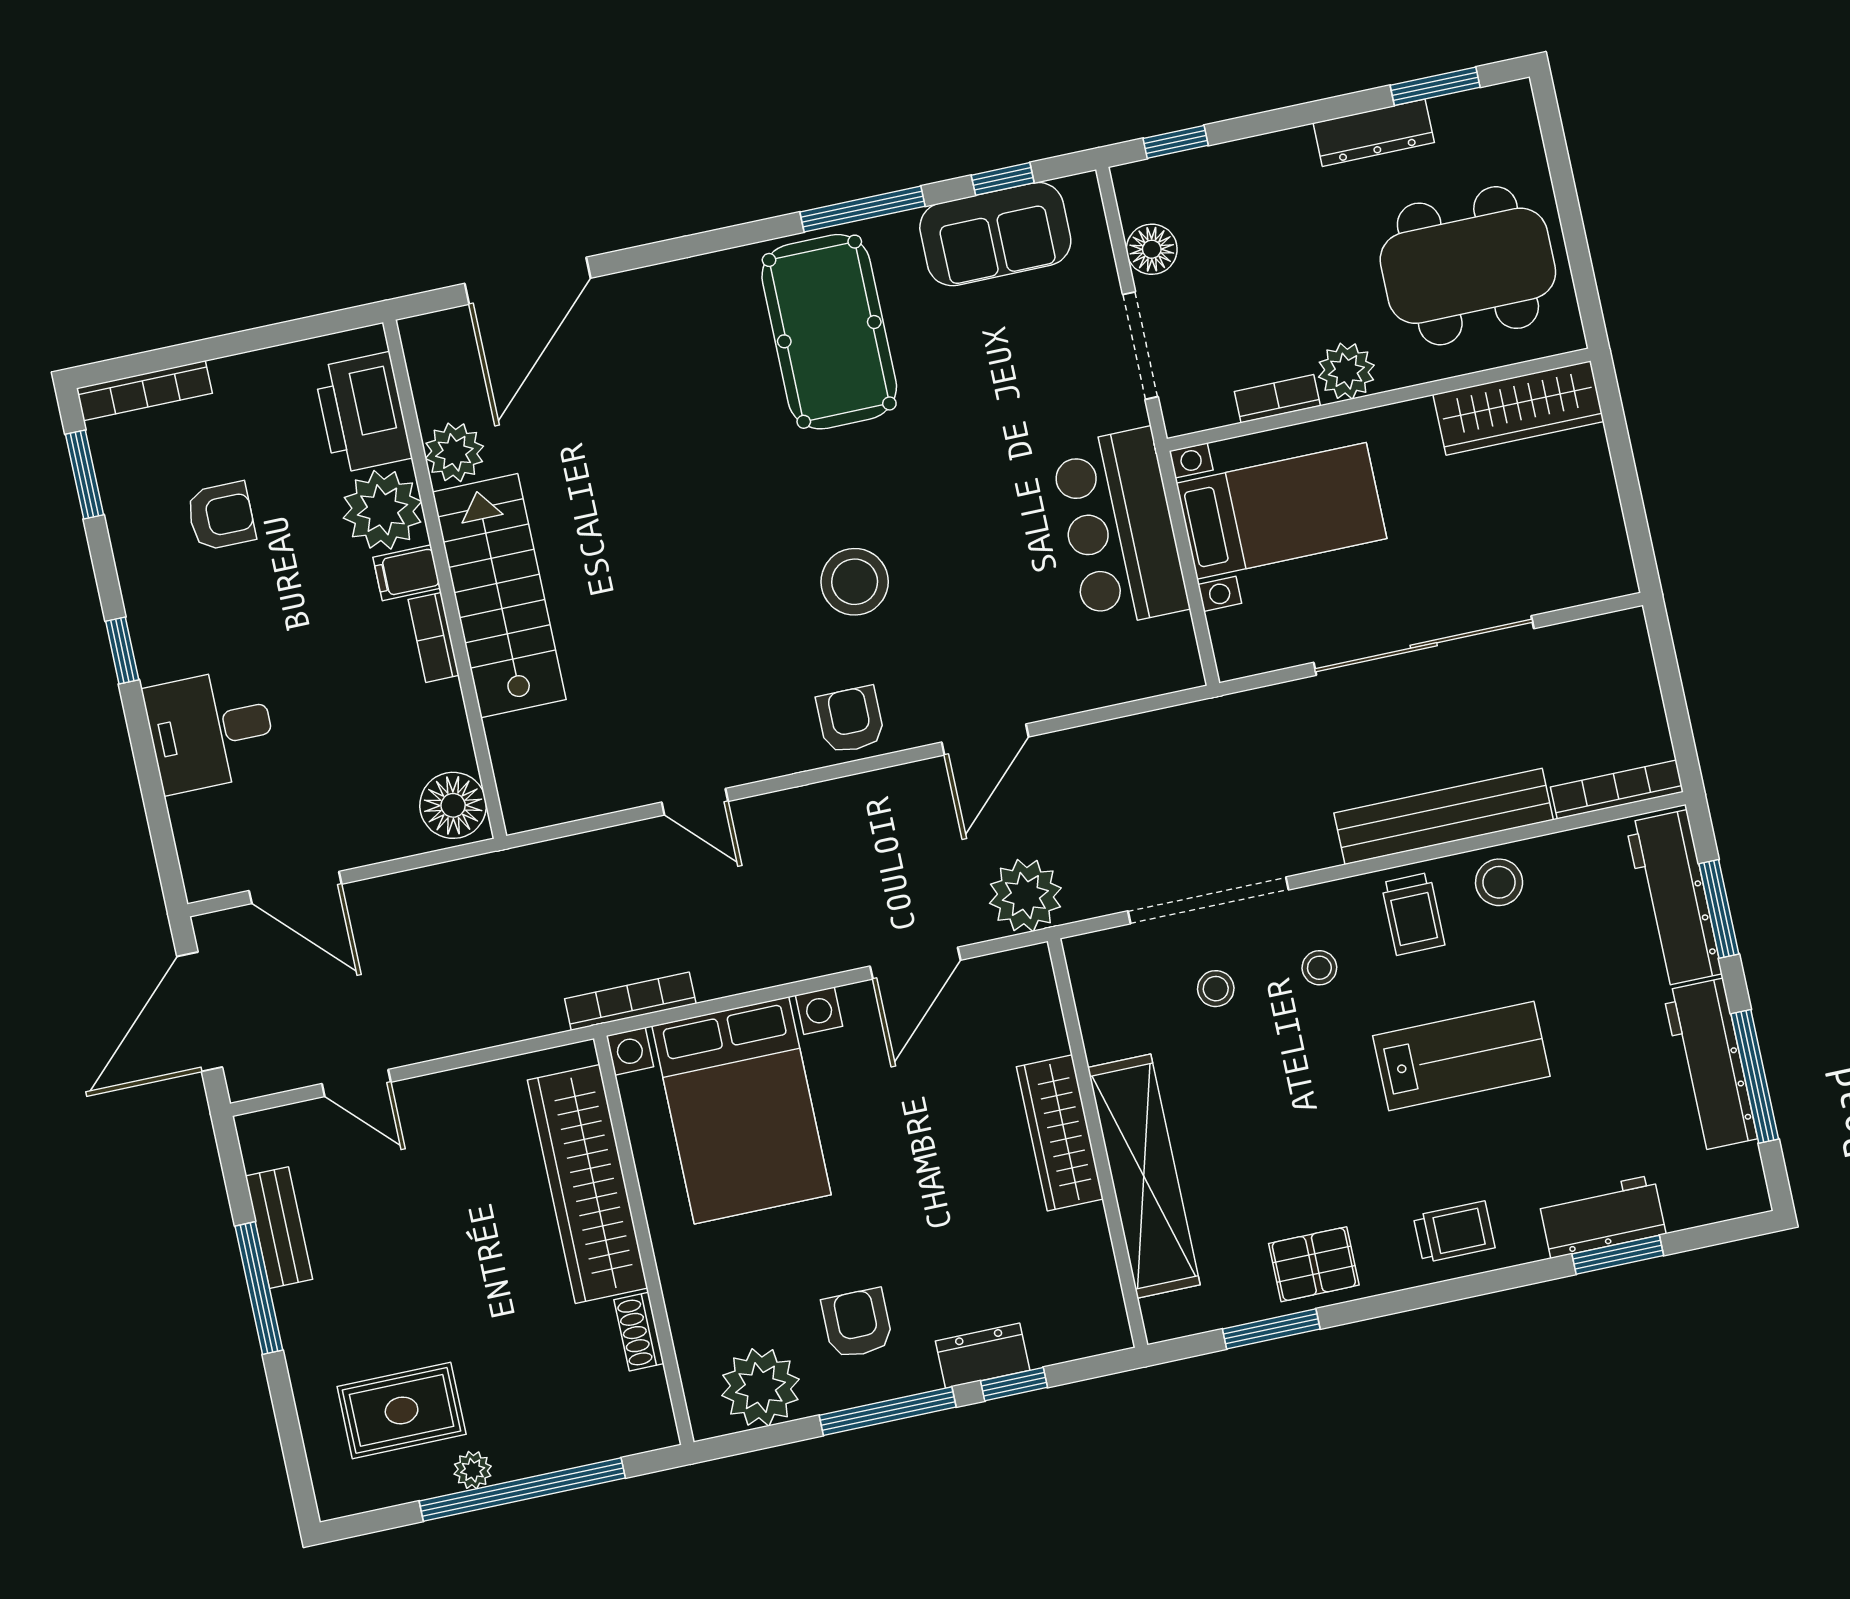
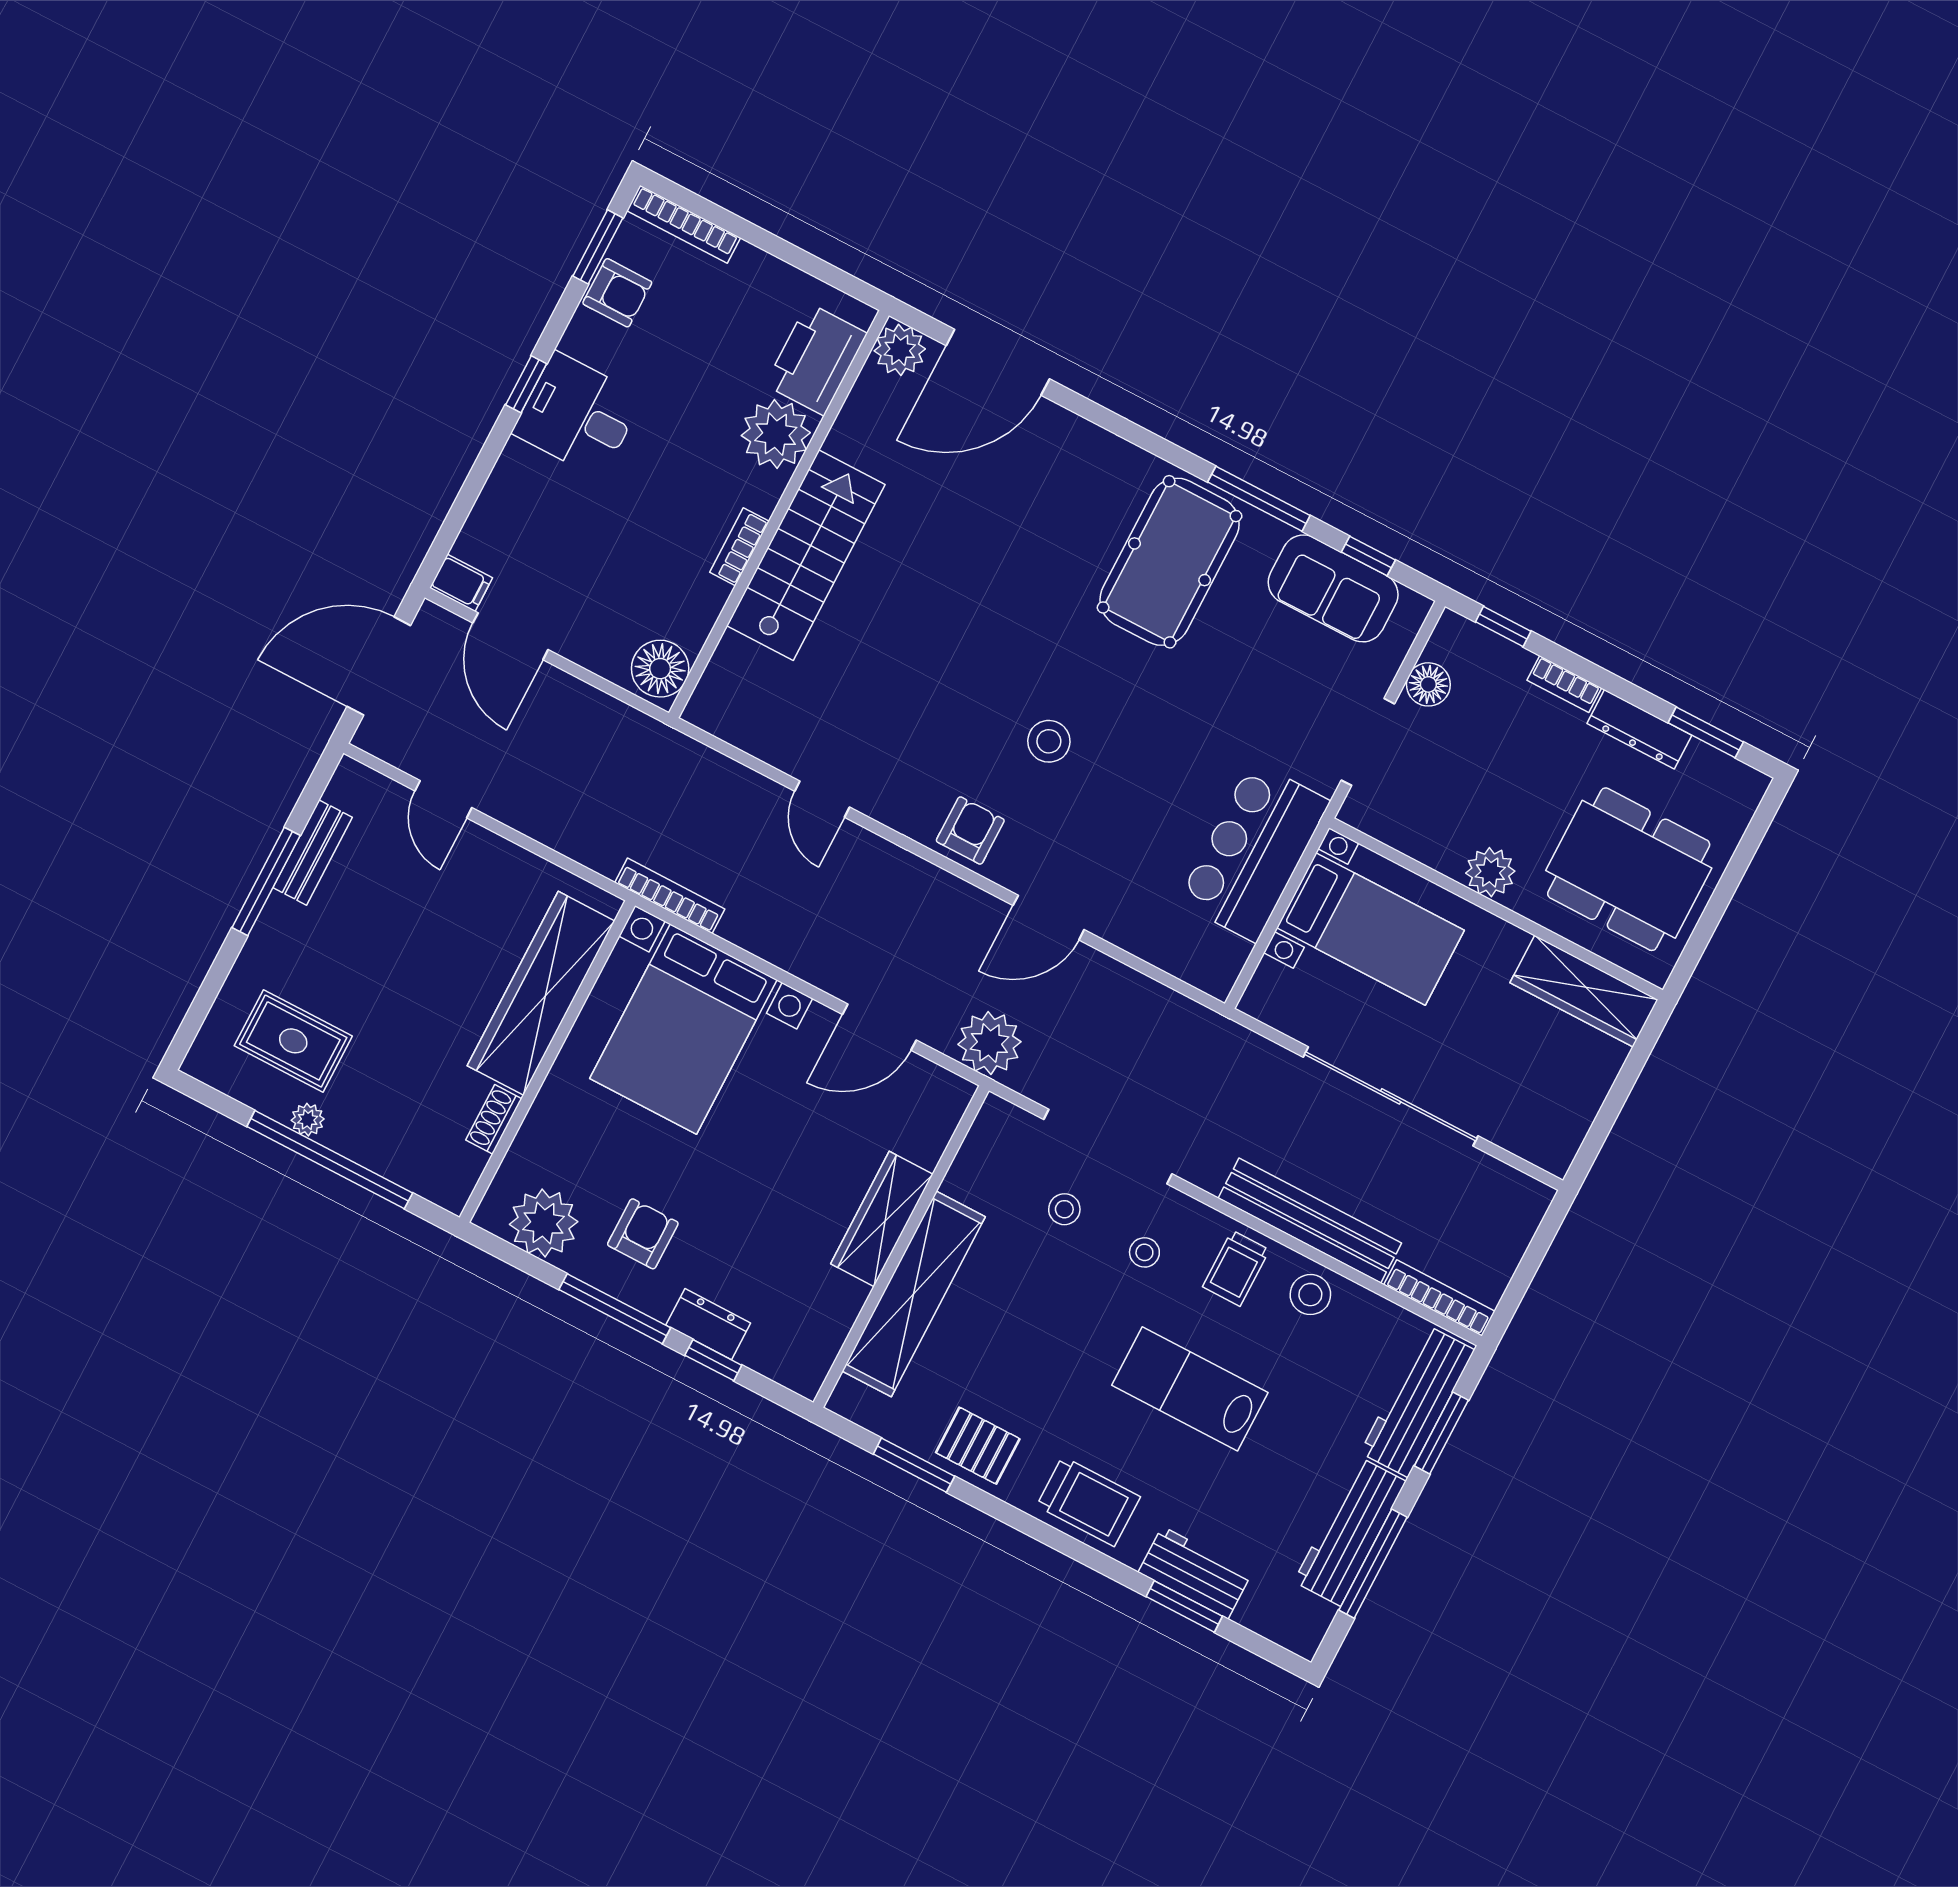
bookcase: (1277, 399) -> (1564, 684), moved, turned 180
plant: (454, 452) -> (900, 350), moved
armchair: (221, 516) -> (617, 293), moved
filing cabinet: (407, 573) -> (461, 583), moved, turned 180
stool: (855, 582) -> (1049, 741), width x0.73, depth x0.73
desk: (211, 730) -> (578, 415), moved
lab bench: (1461, 1056) -> (1190, 1389), turned 180
trolley: (1454, 1232) -> (1088, 1501), width x1.36, depth x1.39

